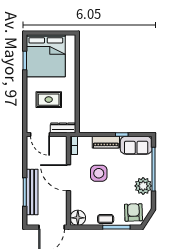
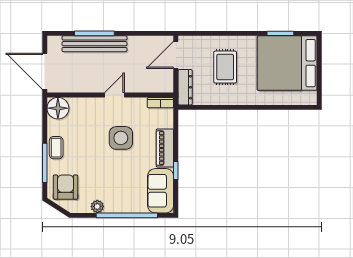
door: (68, 178) -> (114, 95), width x0.53
plant: (143, 186) -> (97, 206), width x0.53, depth x0.53
armchair: (133, 212) -> (66, 187), turned -88

